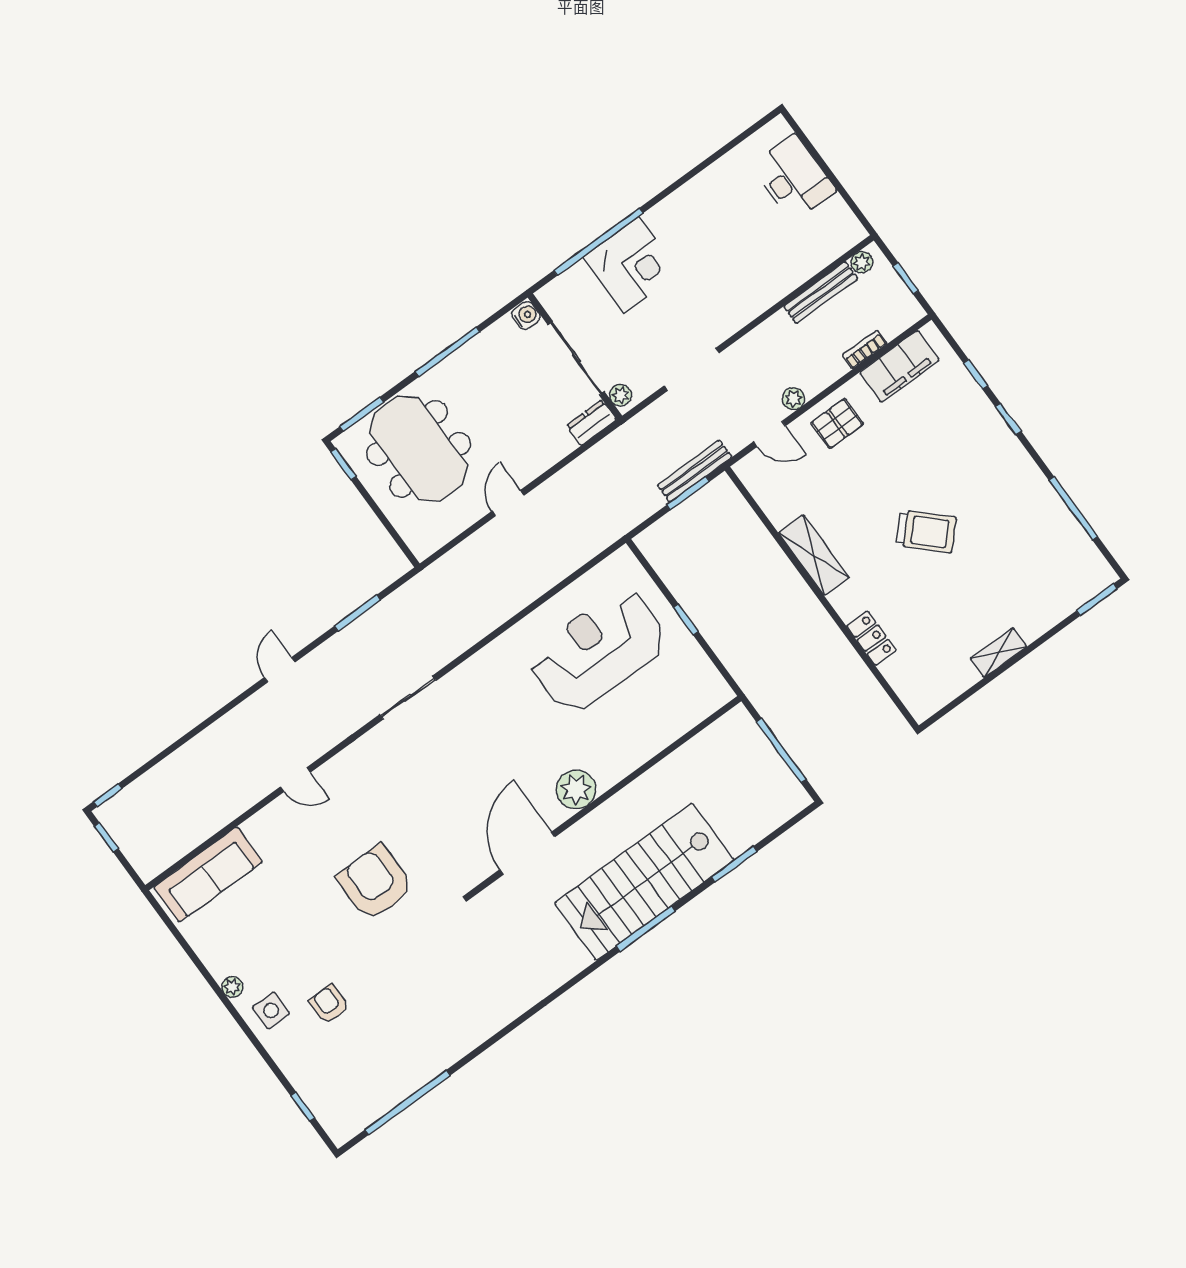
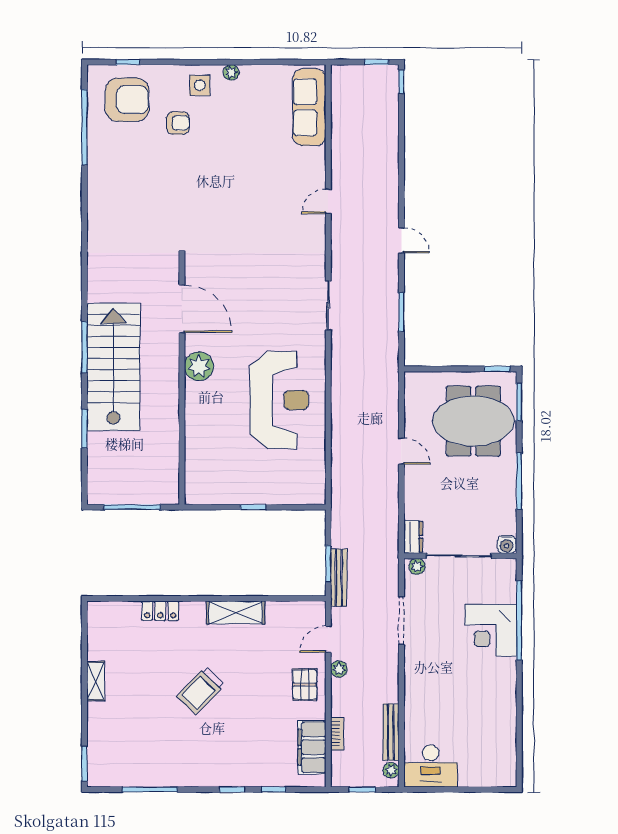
desk: (793, 178) -> (431, 766), moved
reception desk: (598, 650) -> (279, 400), moved
armchair: (375, 883) -> (127, 100), moved

